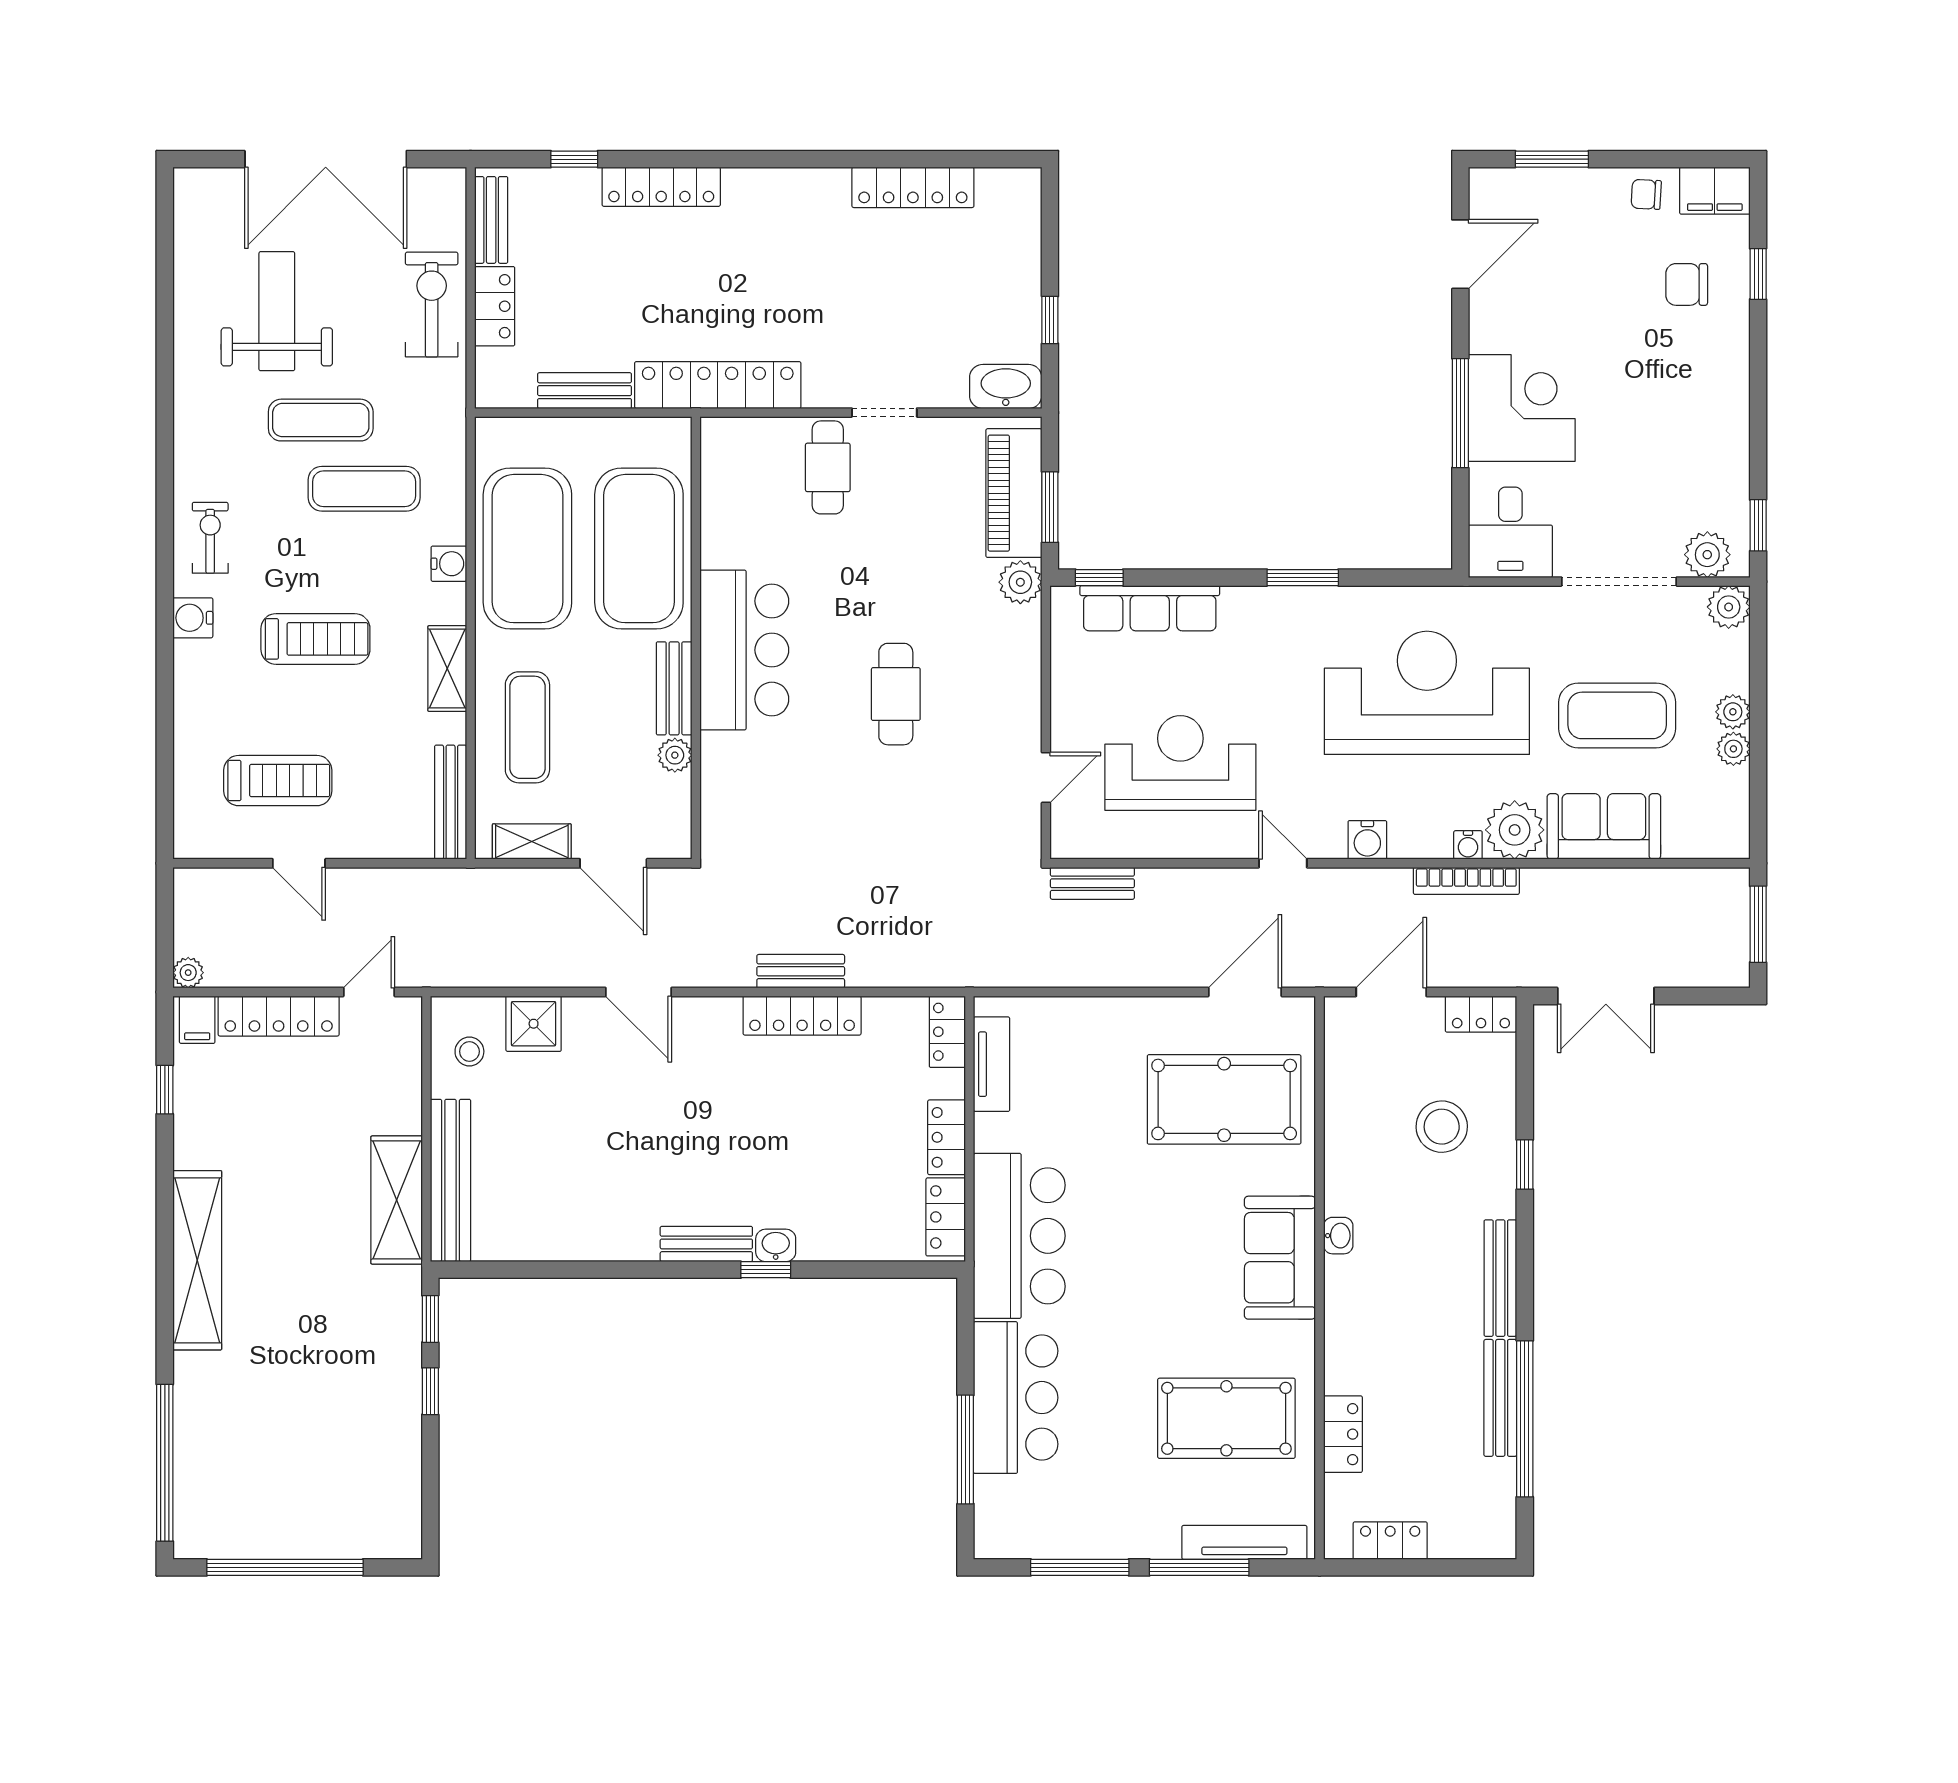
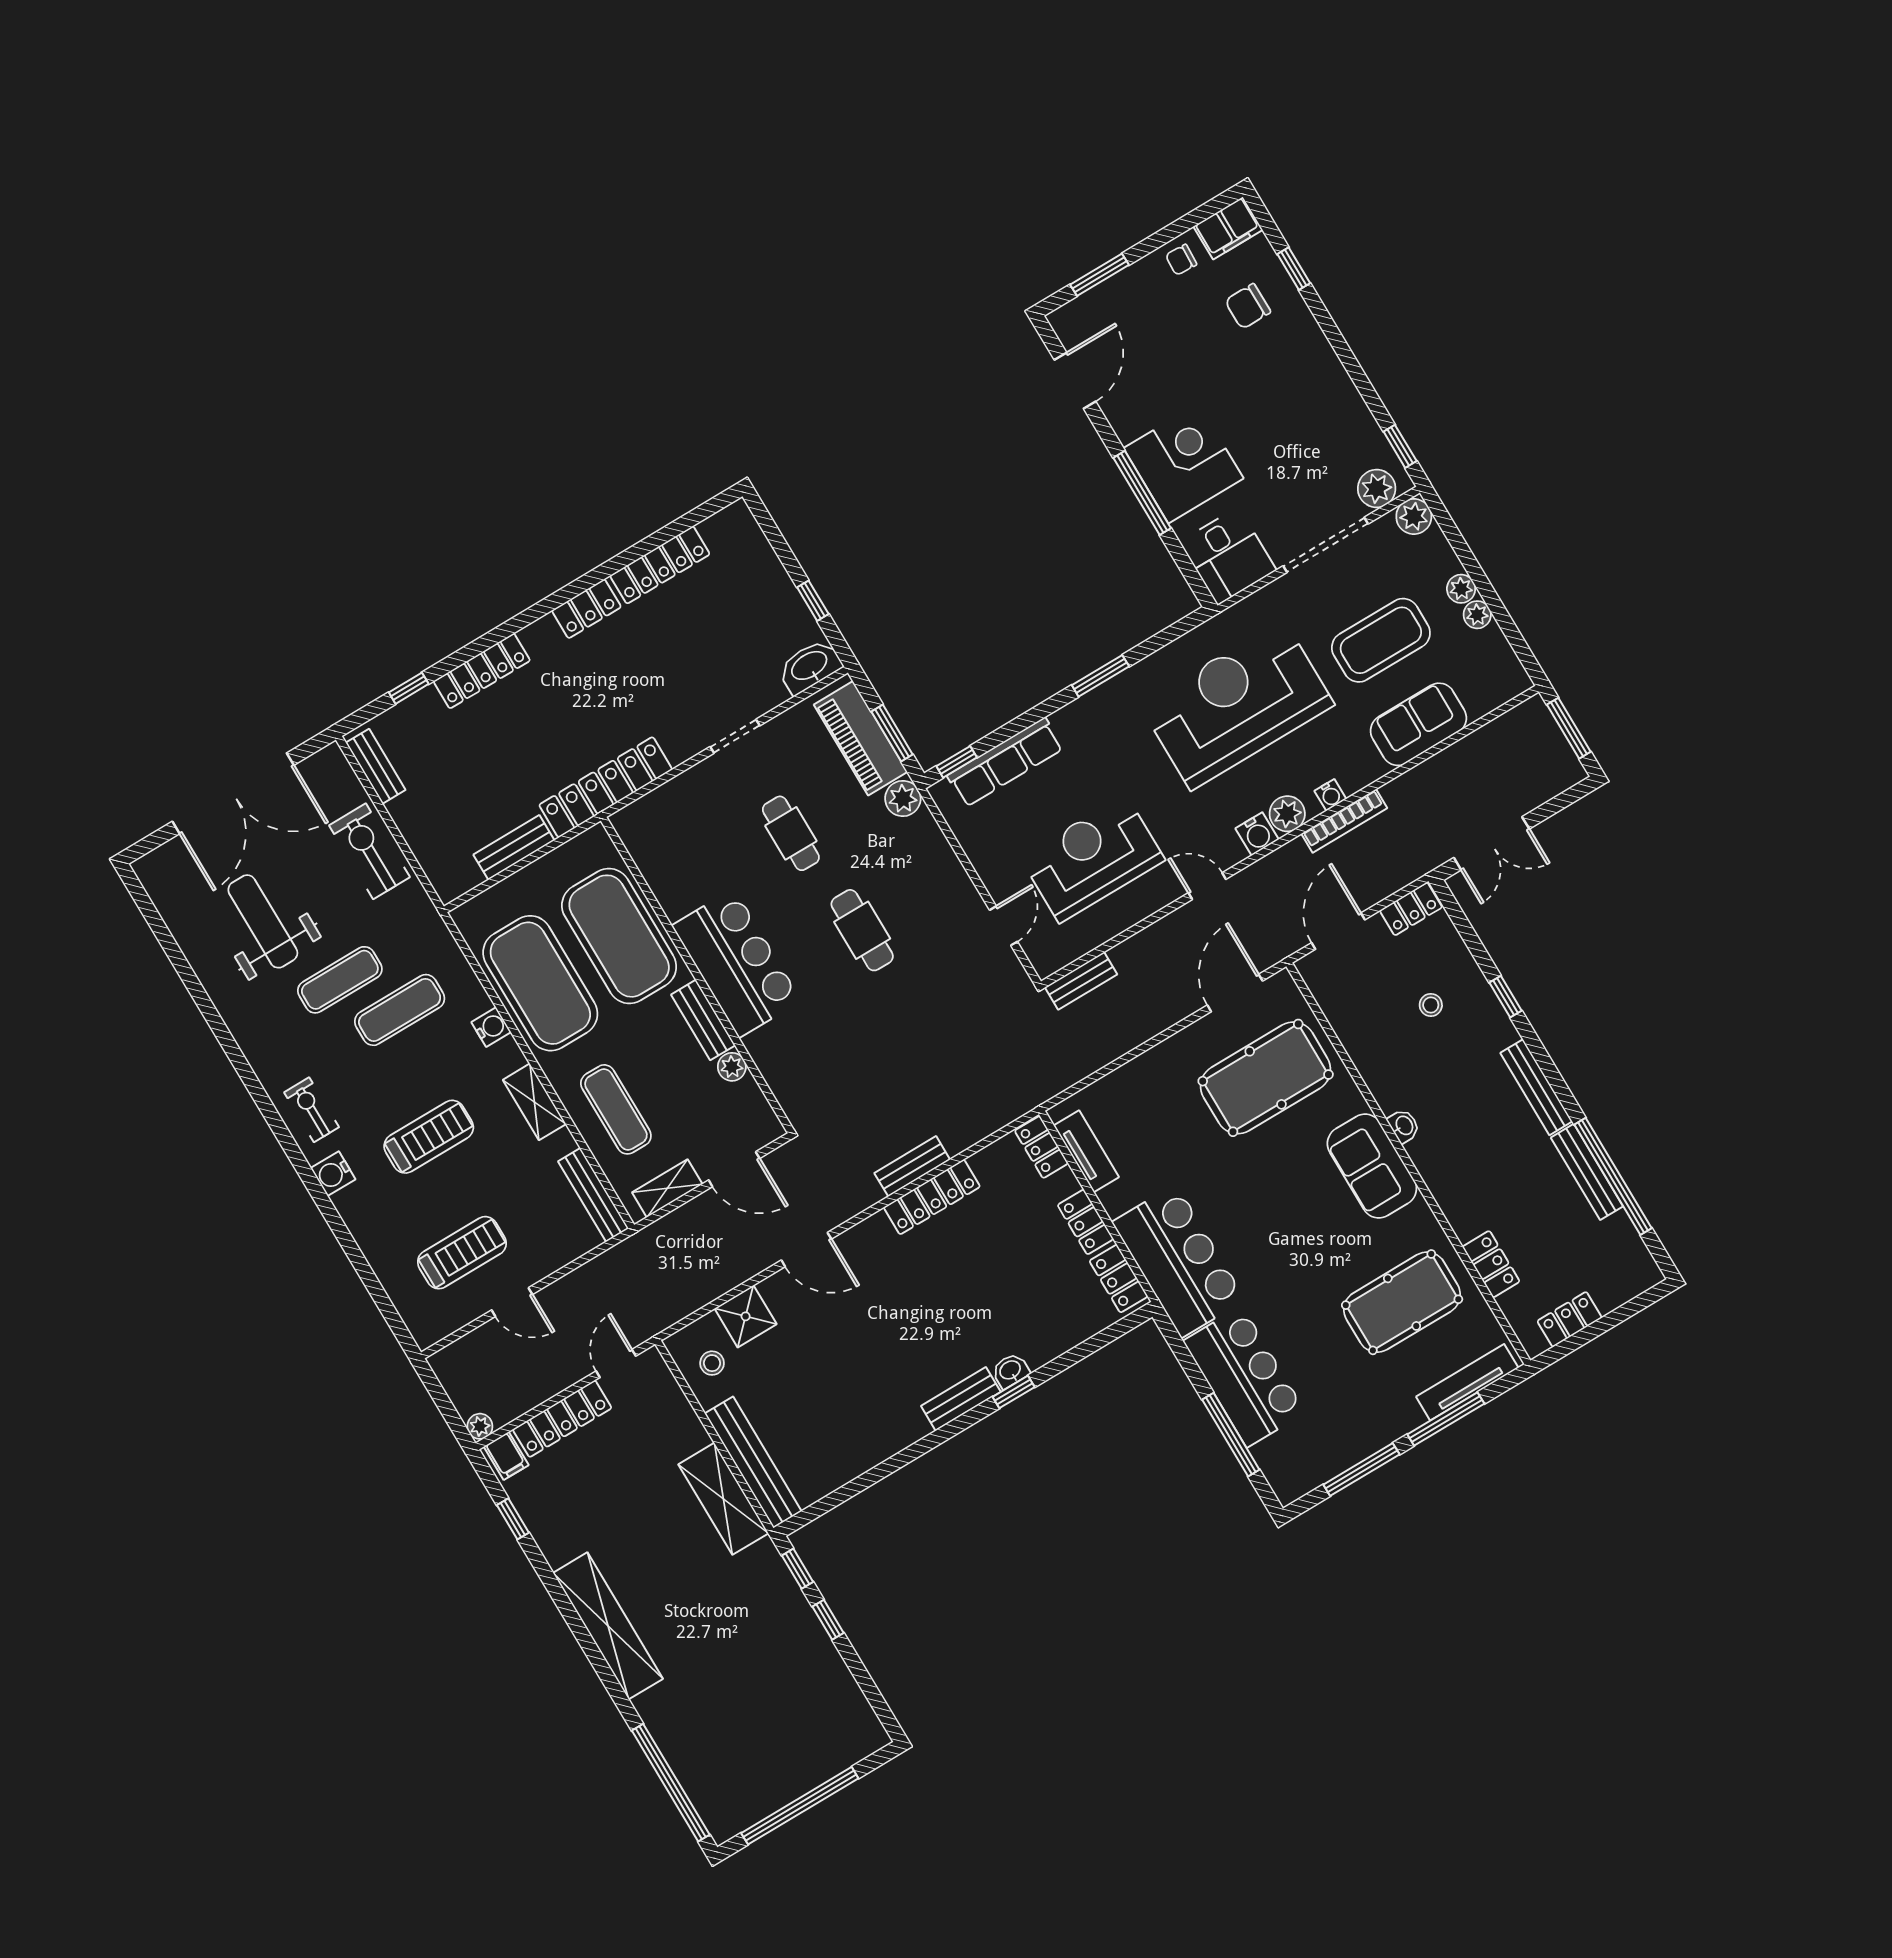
locker: (495, 306) -> (586, 609), moved, turned 90
cafe table: (828, 467) -> (791, 833), moved
plant: (1515, 830) -> (1287, 814), moved, width x0.73, depth x0.73
stool: (1442, 1127) -> (1431, 1005), width x0.53, depth x0.53

